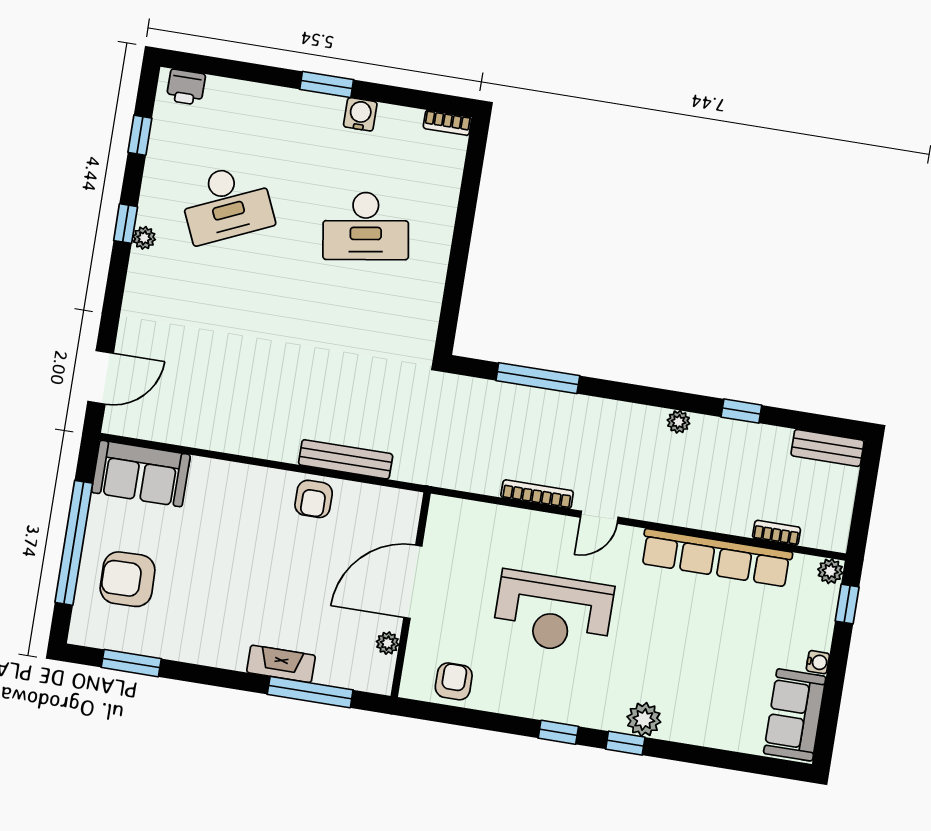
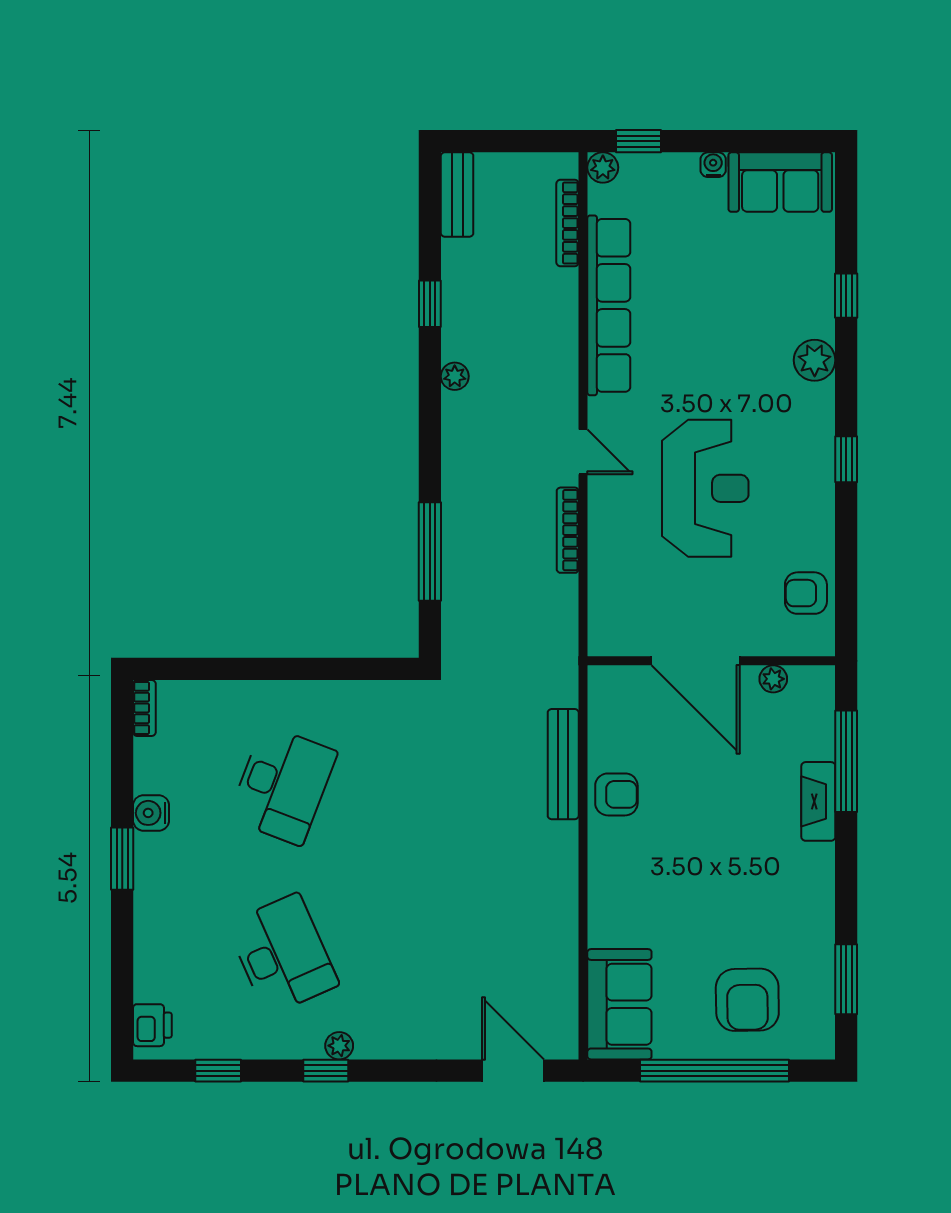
desk: (366, 226) -> (283, 785), turned 30
bookcase: (776, 533) -> (568, 223), width x1.56
window: (625, 743) -> (846, 296), moved

